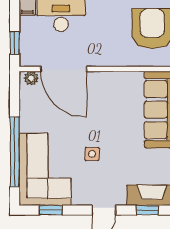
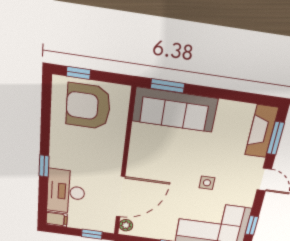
window: (147, 210) -> (275, 138), width x1.50

